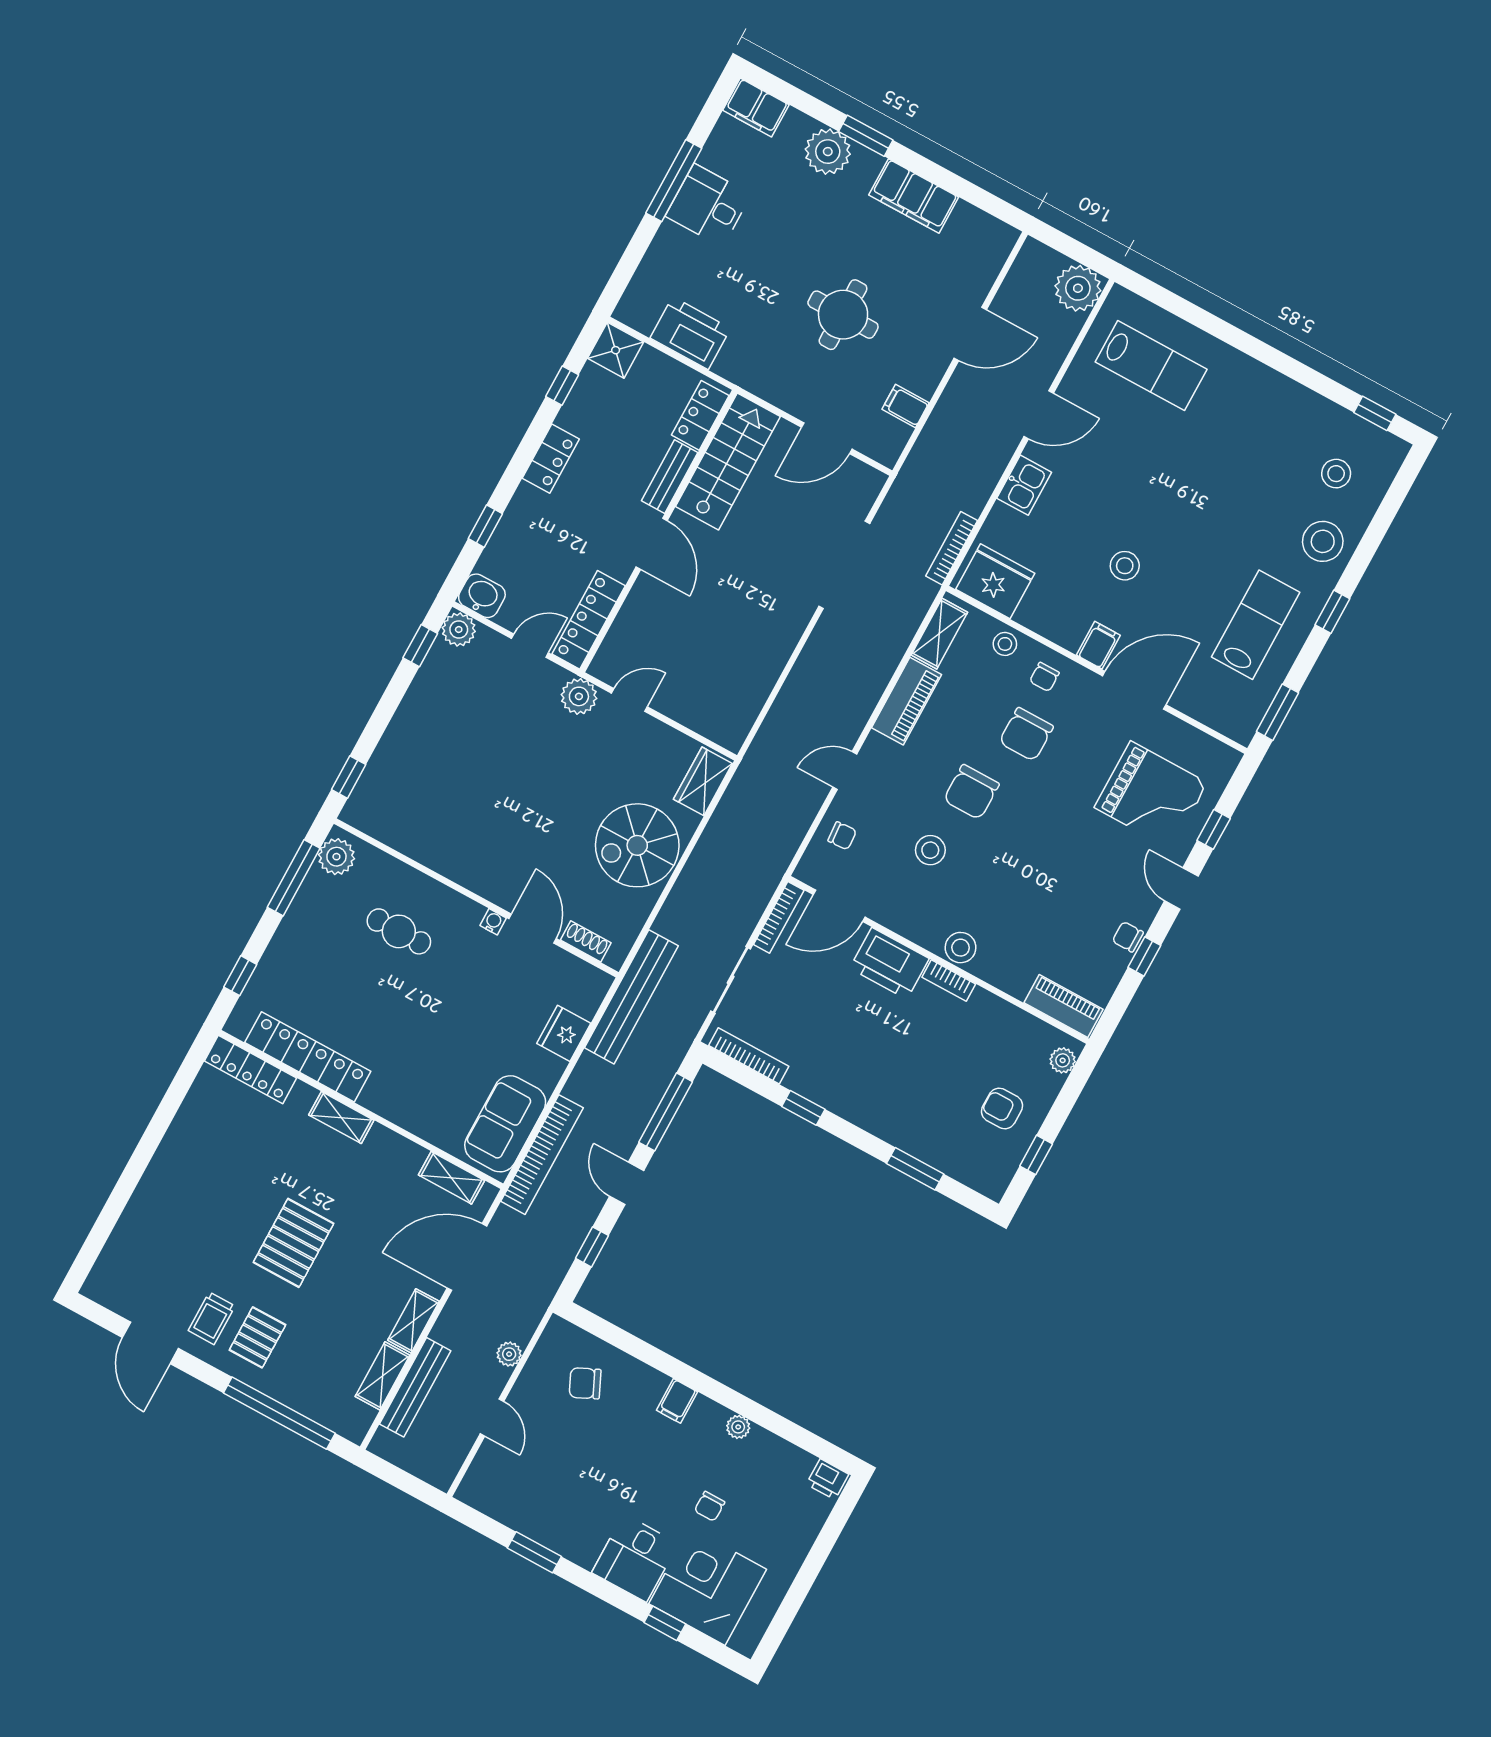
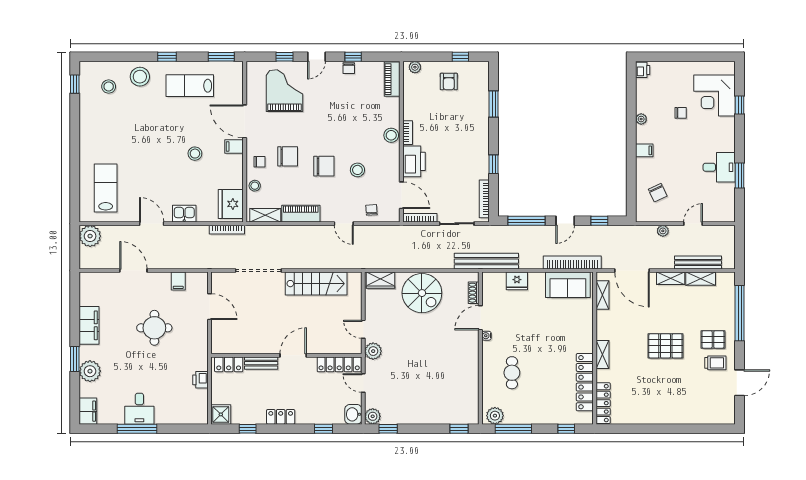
printer: (690, 333) -> (200, 380), width x0.53, depth x0.68
stairs: (728, 462) -> (316, 284), moved, turned 180
desk: (635, 1558) -> (719, 167), moved

